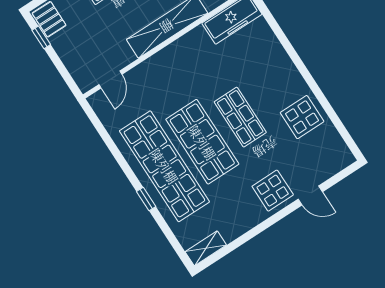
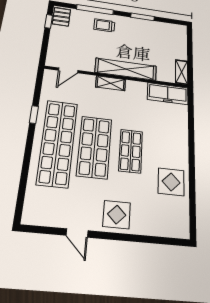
door: (310, 195) -> (77, 233), moved
window: (146, 199) -> (34, 115), moved
shelving: (206, 248) -> (111, 83), moved

